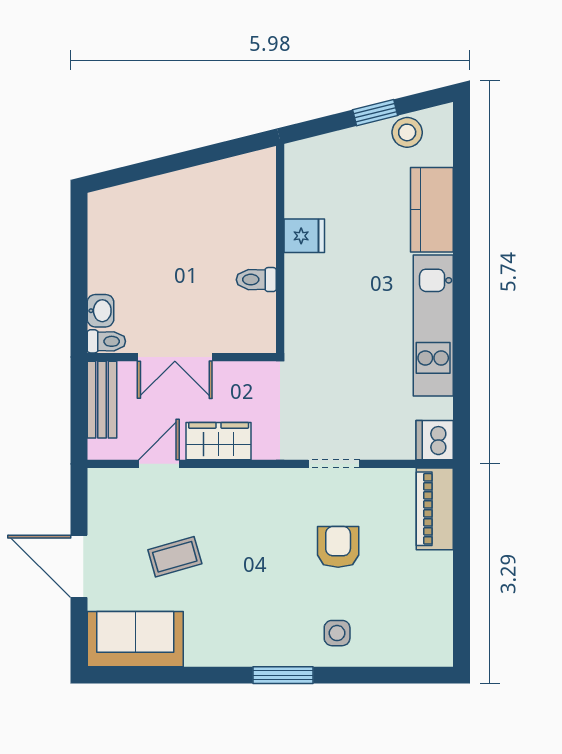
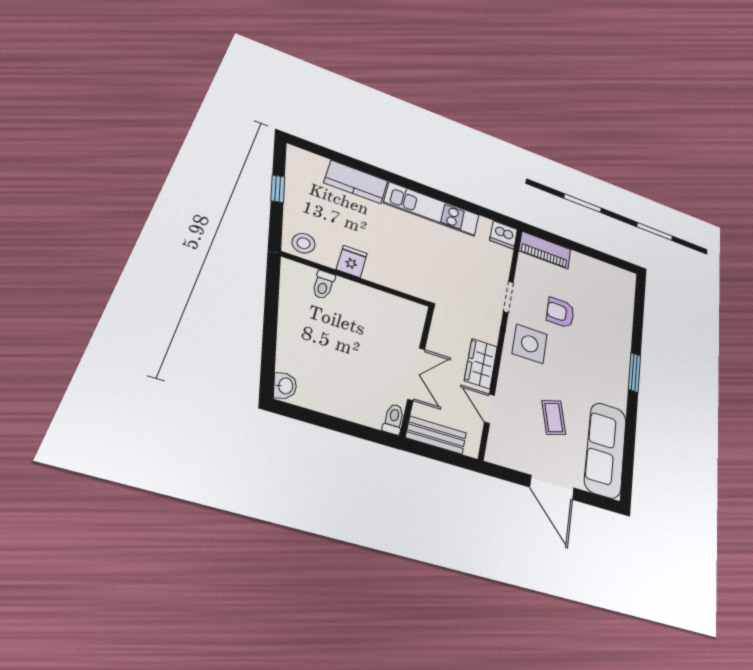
stool: (407, 132) -> (303, 243), moved
toilet: (256, 280) -> (323, 285), moved
washbasin: (100, 311) -> (285, 386), moved, turned 76
door: (79, 566) -> (552, 487), hinge flipped
side table: (337, 633) -> (530, 344), moved, width x1.87, depth x1.87
sofa: (135, 639) -> (606, 450), width x1.36

